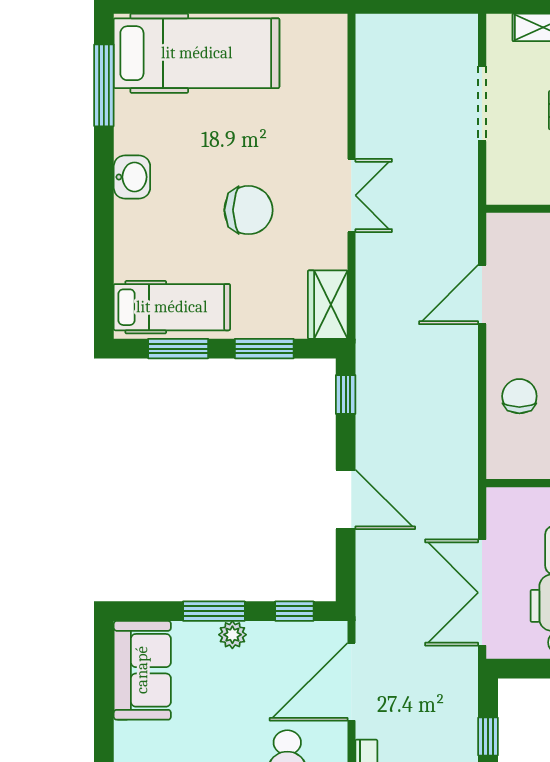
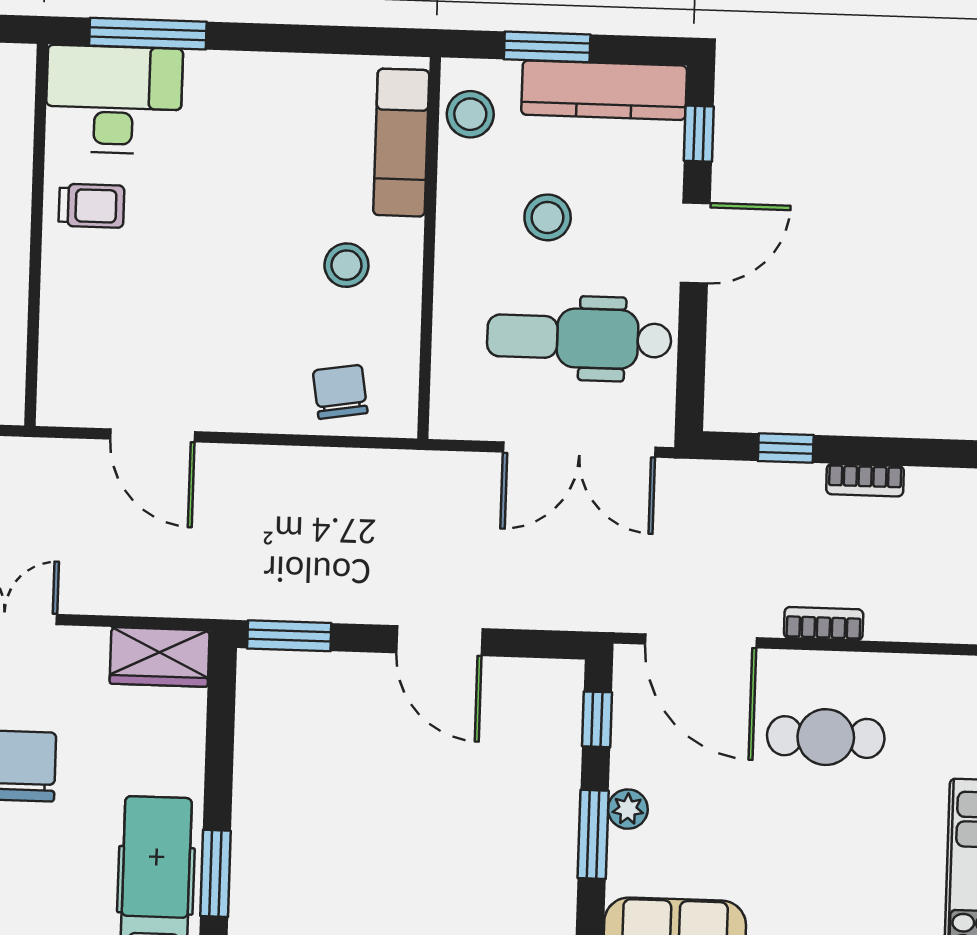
window: (264, 349) -> (220, 750), removed
window: (346, 395) -> (289, 636), width x1.50
chair: (519, 396) -> (340, 392), moved, turned 81
door: (346, 499) -> (439, 641), swing flipped

